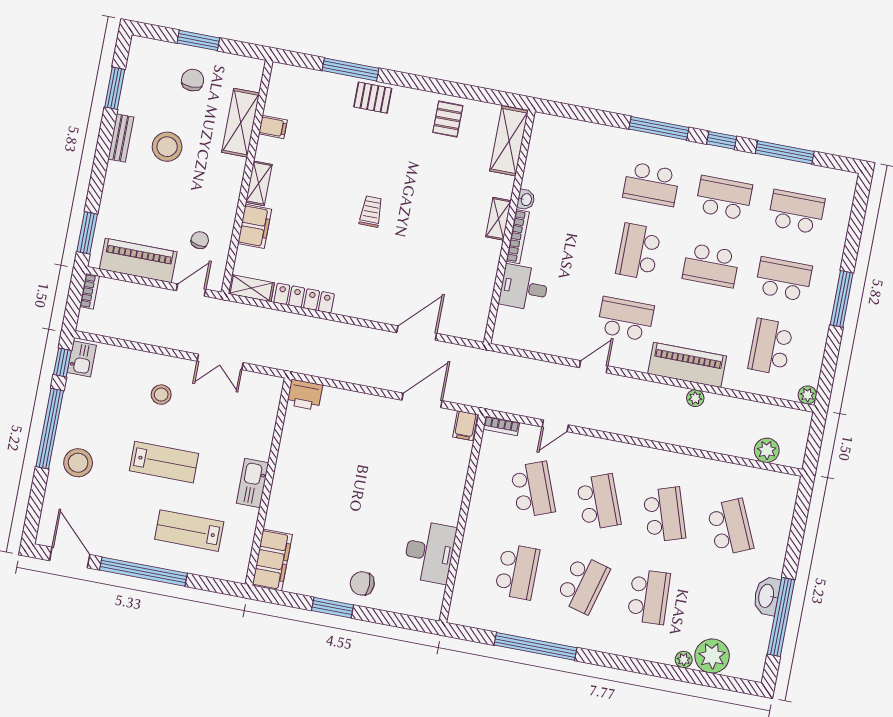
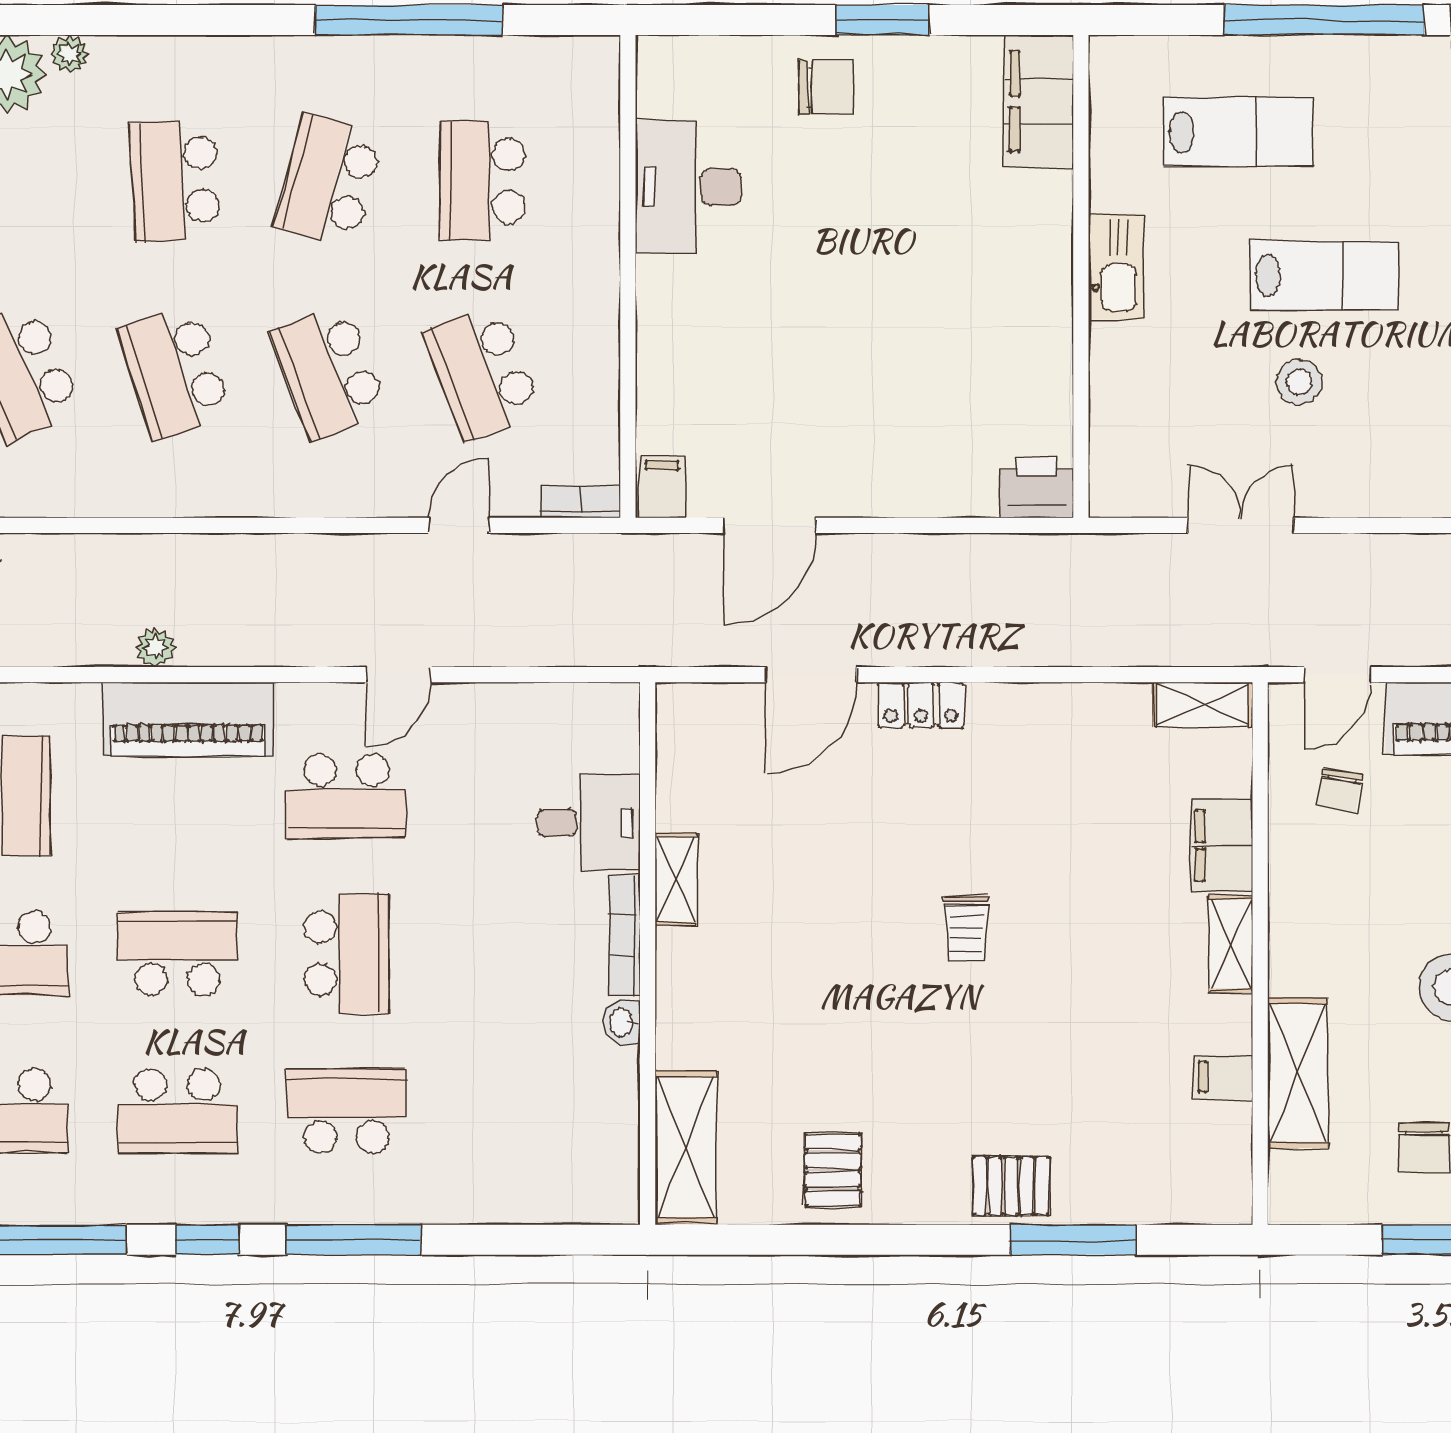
shelving: (498, 219) -> (676, 880), moved
locker: (304, 298) -> (921, 705), moved, width x0.66
stool: (161, 395) -> (1299, 382), moved
lab bench: (164, 462) -> (1324, 275), turned 180

